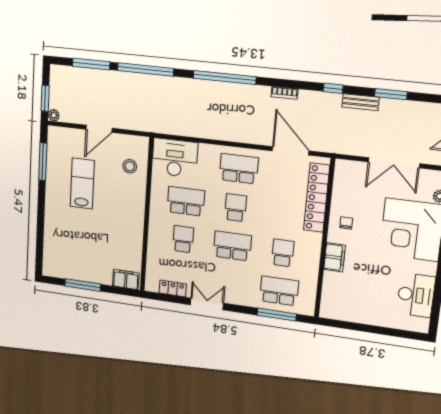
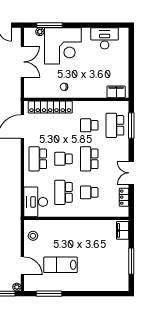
door: (99, 129) -> (22, 266), moved
stool: (130, 166) -> (33, 236), moved
filing cabinet: (334, 257) -> (116, 92), moved

